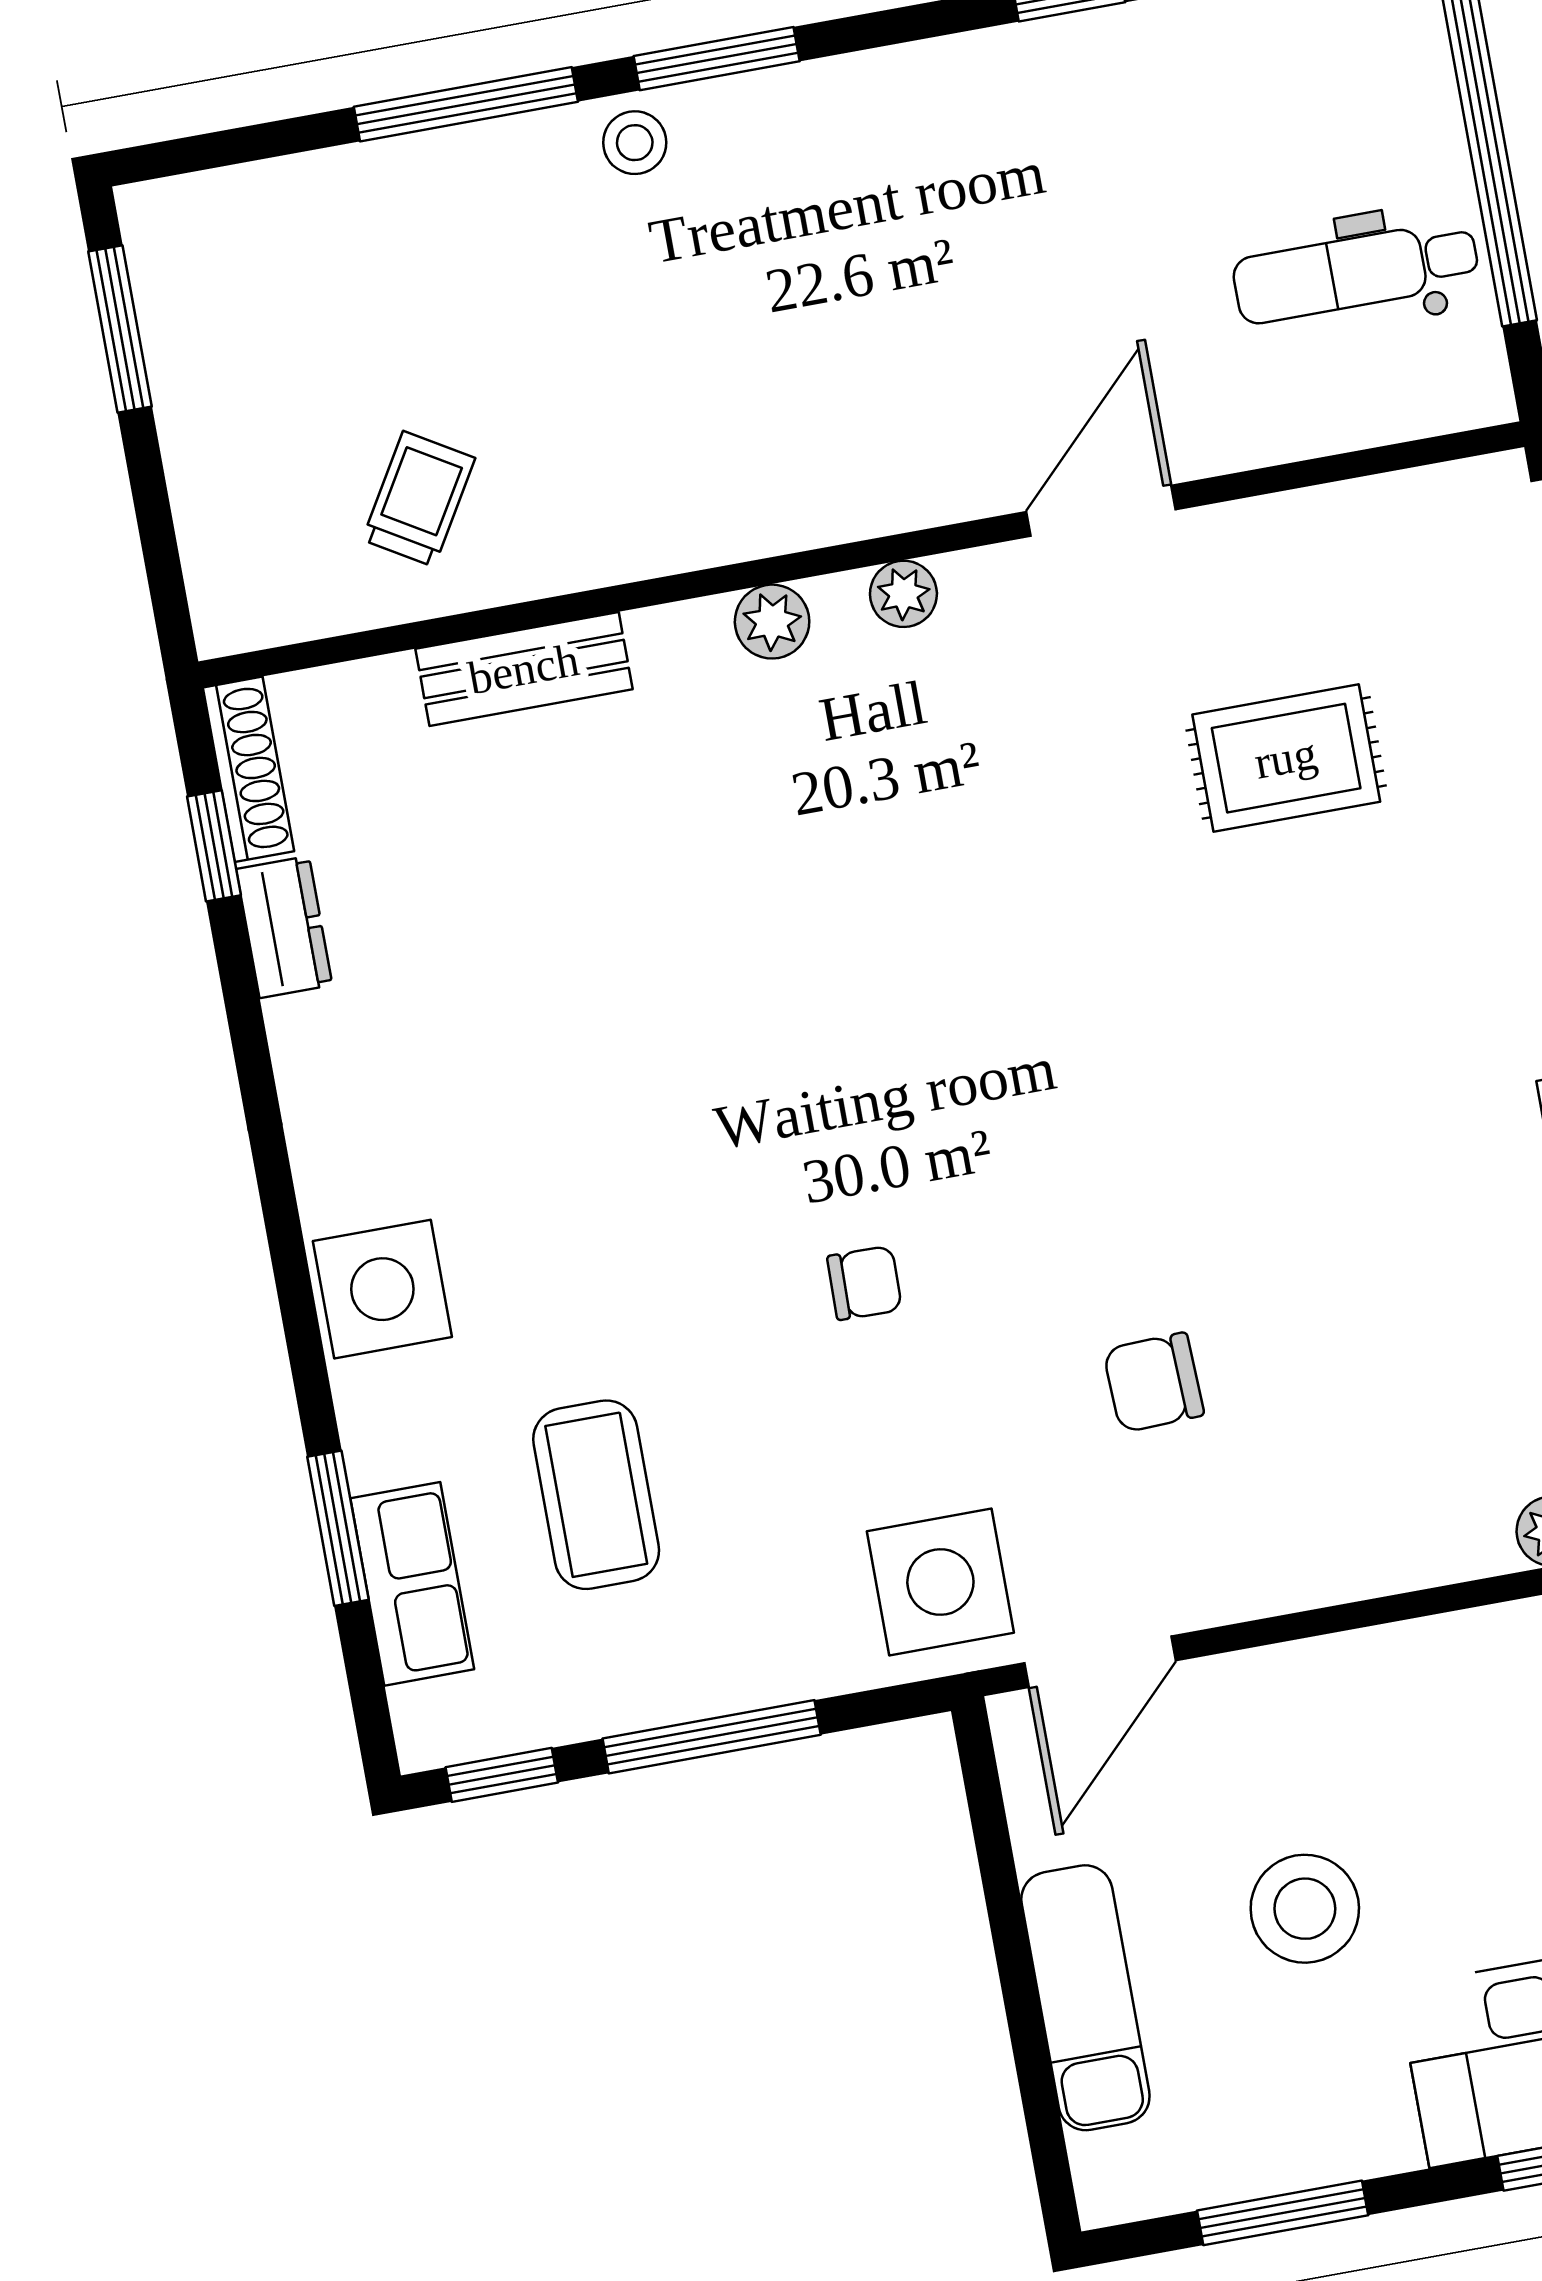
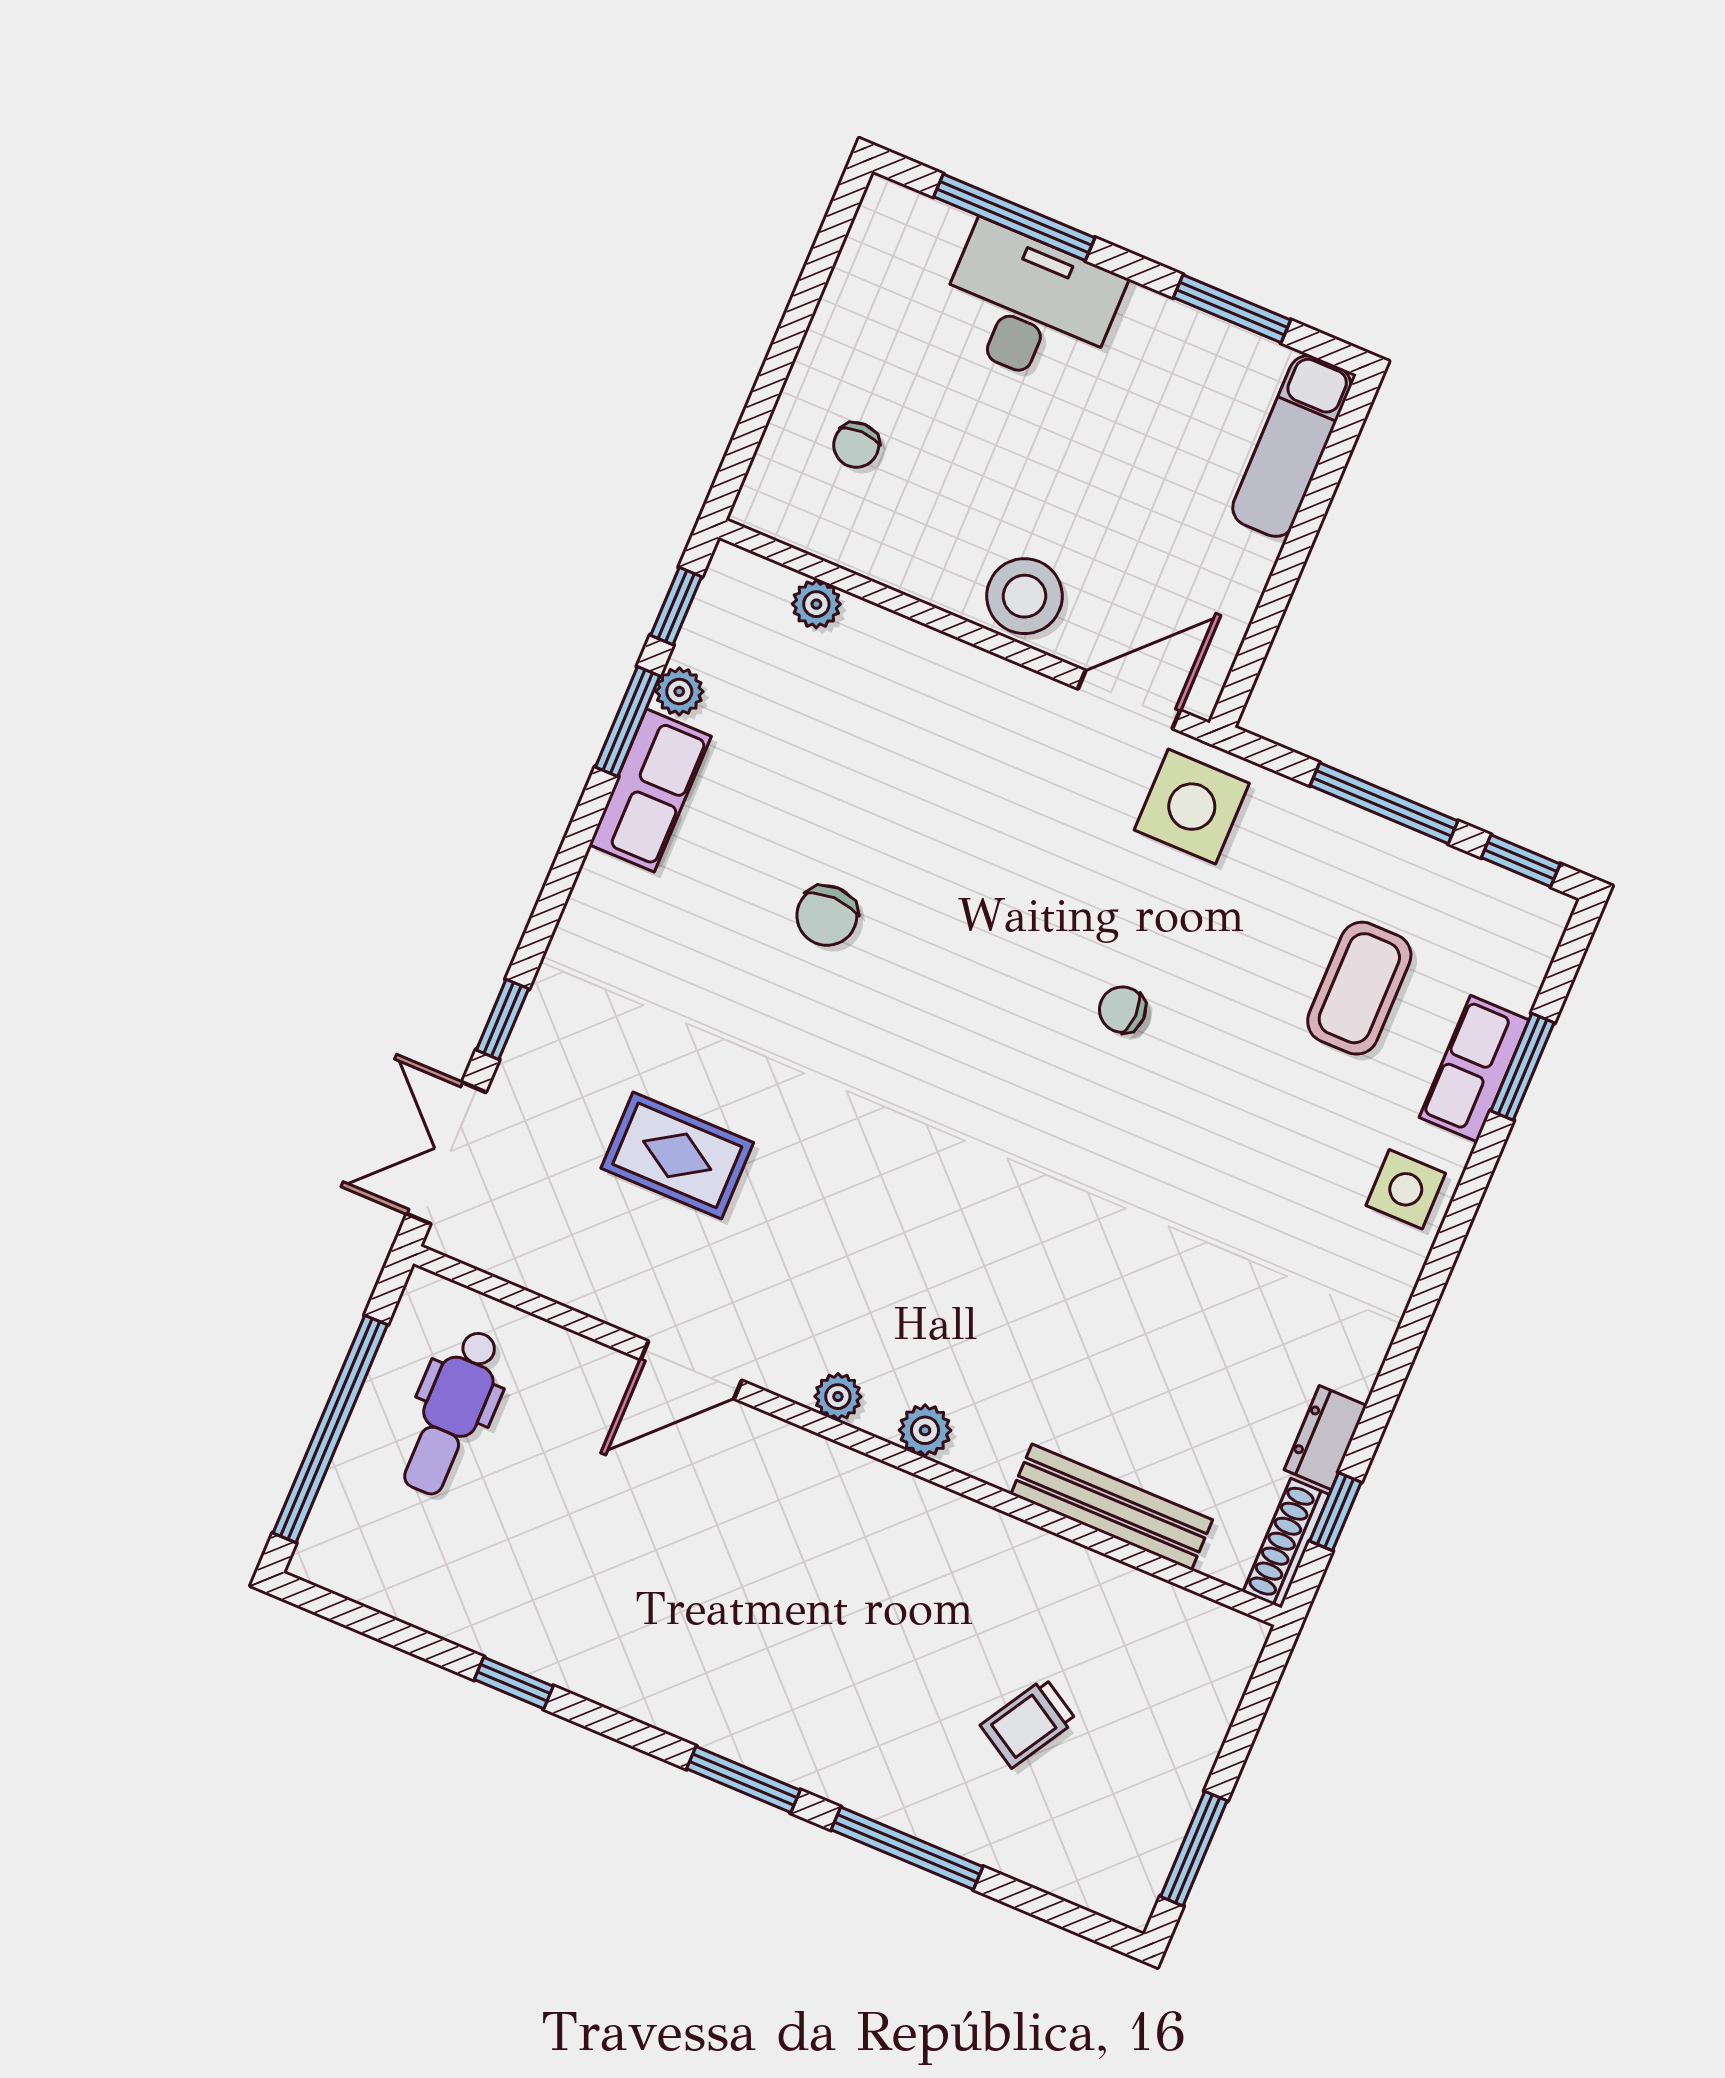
stool: (635, 143) -> (823, 1762), removed
dental chair: (1356, 272) -> (452, 1412), turned 90
trolley: (419, 499) -> (1028, 1723), moved
bench: (524, 669) -> (1112, 1507), width x1.36
side table: (382, 1289) -> (1406, 1189), width x0.73, depth x0.73
chair: (1154, 1382) -> (827, 916), moved, turned 92
row of seats: (412, 1584) -> (1474, 1069), moved
stool: (1305, 1909) -> (1025, 596), moved
exam couch: (1085, 1998) -> (1292, 446), moved

